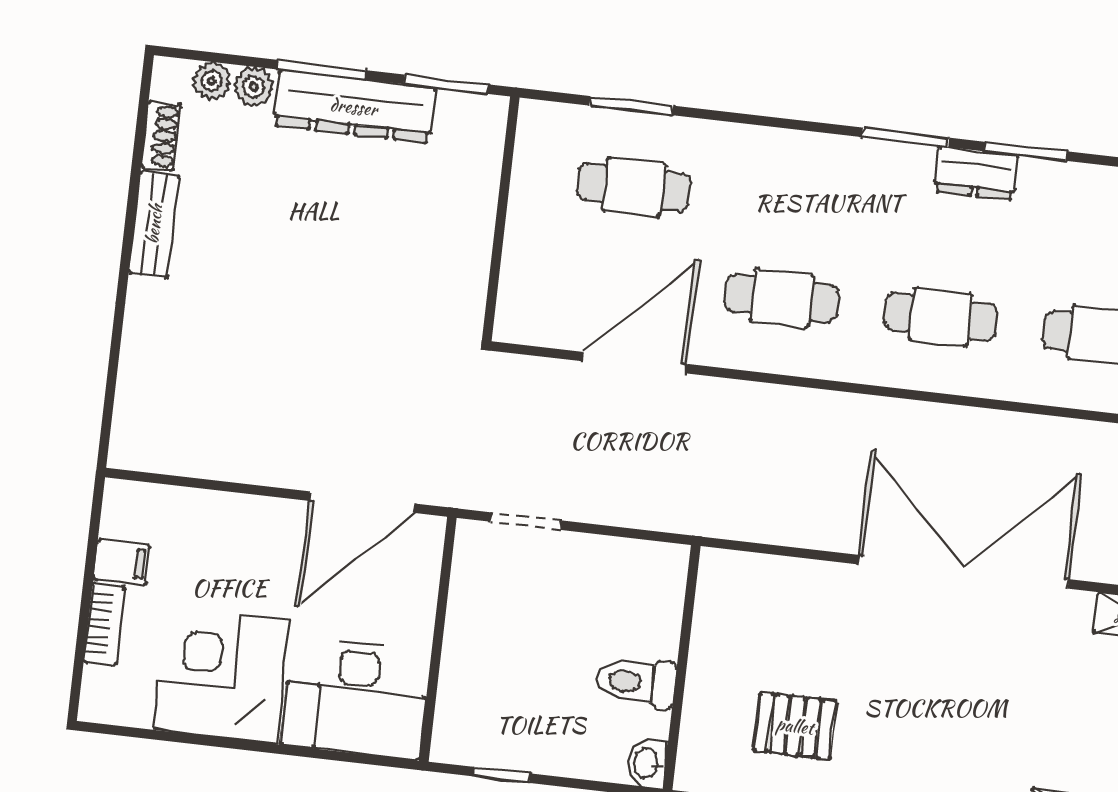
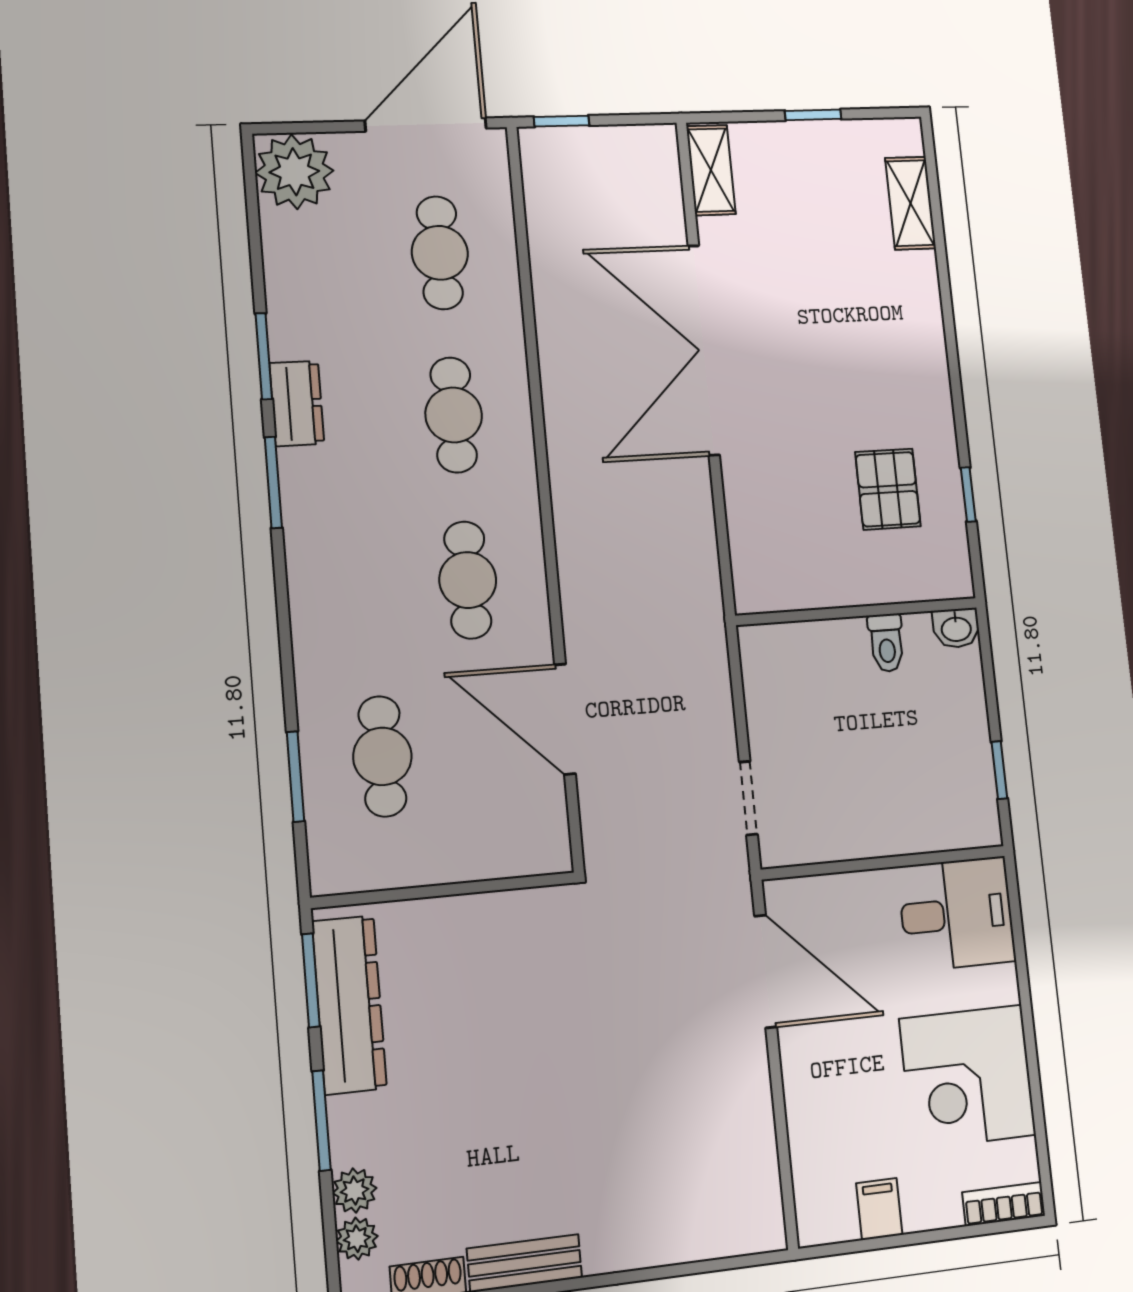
dresser: (354, 107) -> (349, 1005), moved
bookcase: (104, 624) -> (1004, 1204), moved
toilet: (636, 682) -> (886, 643), width x0.73, depth x0.72
desk: (356, 698) -> (957, 914), width x0.73

